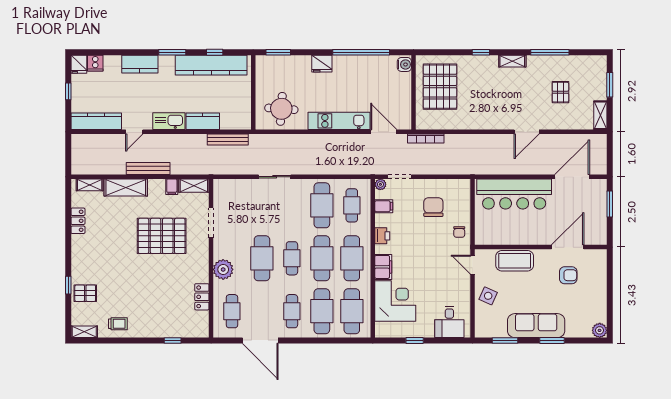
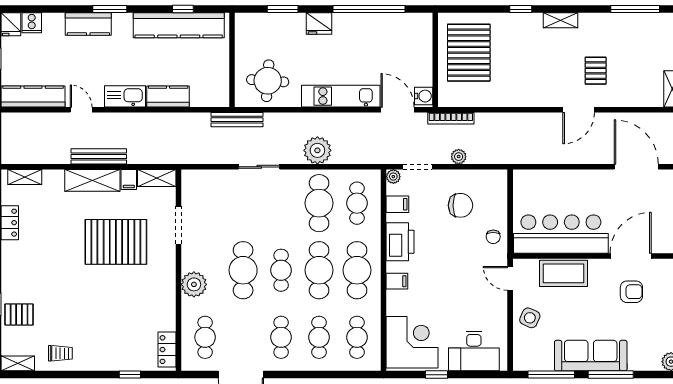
window: (172, 52) -> (110, 9), moved
window: (278, 52) -> (283, 9), moved
window: (550, 52) -> (635, 9), moved
water cooler: (404, 64) -> (424, 96), moved
pallet: (560, 92) -> (596, 71), moved
door: (134, 132) -> (81, 110), swing flipped
bench: (228, 140) -> (237, 120), moved
plant: (321, 164) -> (317, 150), added
plant: (432, 169) -> (459, 157), added
door: (572, 177) -> (636, 167), hinge flipped
shelving: (126, 187) -> (92, 180), moved
bar counter: (514, 194) -> (561, 234), moved, turned 180
chair: (433, 207) -> (460, 205), turned 90
printer: (382, 236) -> (400, 242), width x1.87, depth x1.48
filing cabinet: (383, 267) -> (397, 281), width x0.50
locker: (202, 297) -> (167, 350), moved
corner desk: (395, 301) -> (412, 342), moved
cafe table: (322, 311) -> (319, 337), width x0.73, depth x0.74
cafe table: (352, 311) -> (357, 337), width x0.73, depth x0.74
desk: (449, 322) -> (474, 351), width x1.37
window: (505, 341) -> (551, 375), width x1.44
window: (552, 341) -> (611, 375), width x1.44

